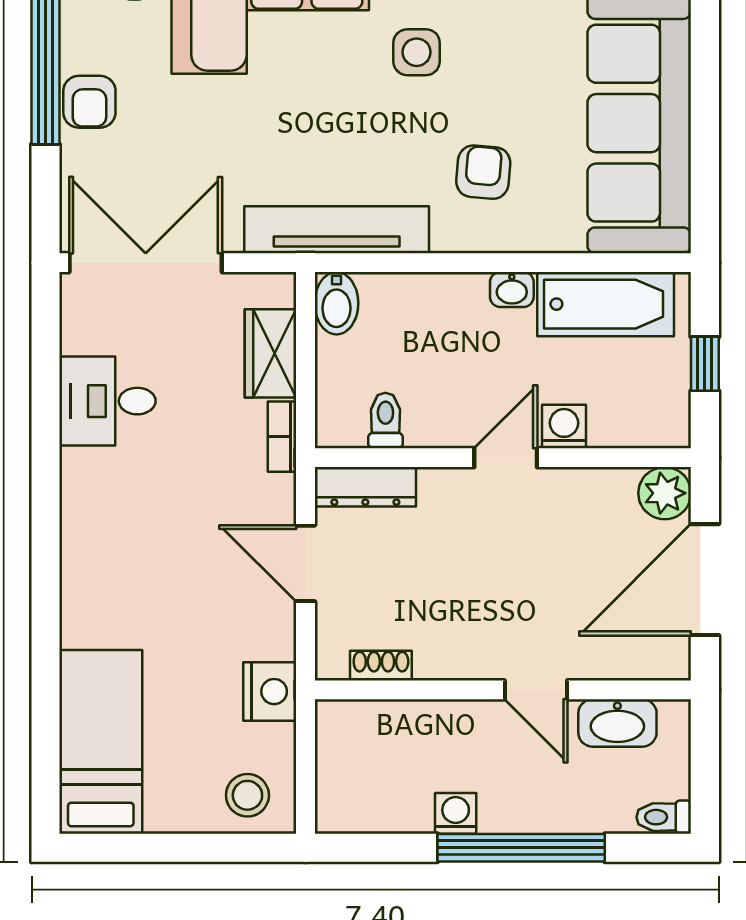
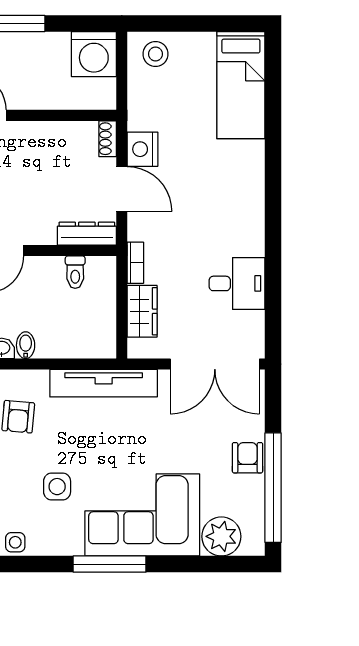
bidet: (336, 303) -> (26, 345), moved, width x0.72, depth x0.74
shoe rack: (381, 666) -> (108, 139), moved, turned 90
nightstand: (270, 692) -> (142, 149), moved
washing machine: (456, 813) -> (94, 54), moved, width x1.89, depth x1.89

